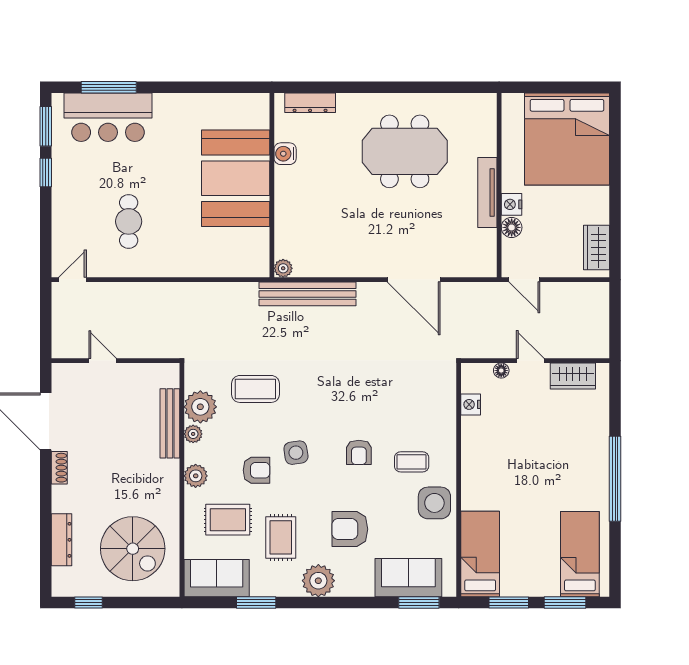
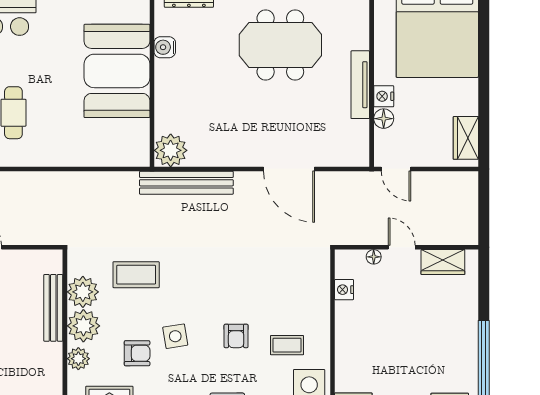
plant: (283, 268) -> (171, 150), width x1.88, depth x1.88
plant: (193, 434) -> (83, 326), width x1.87, depth x1.87

